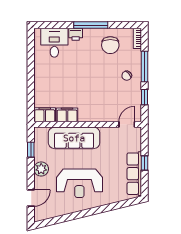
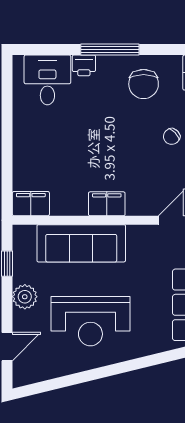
filing cabinet: (67, 115) -> (107, 204), moved

